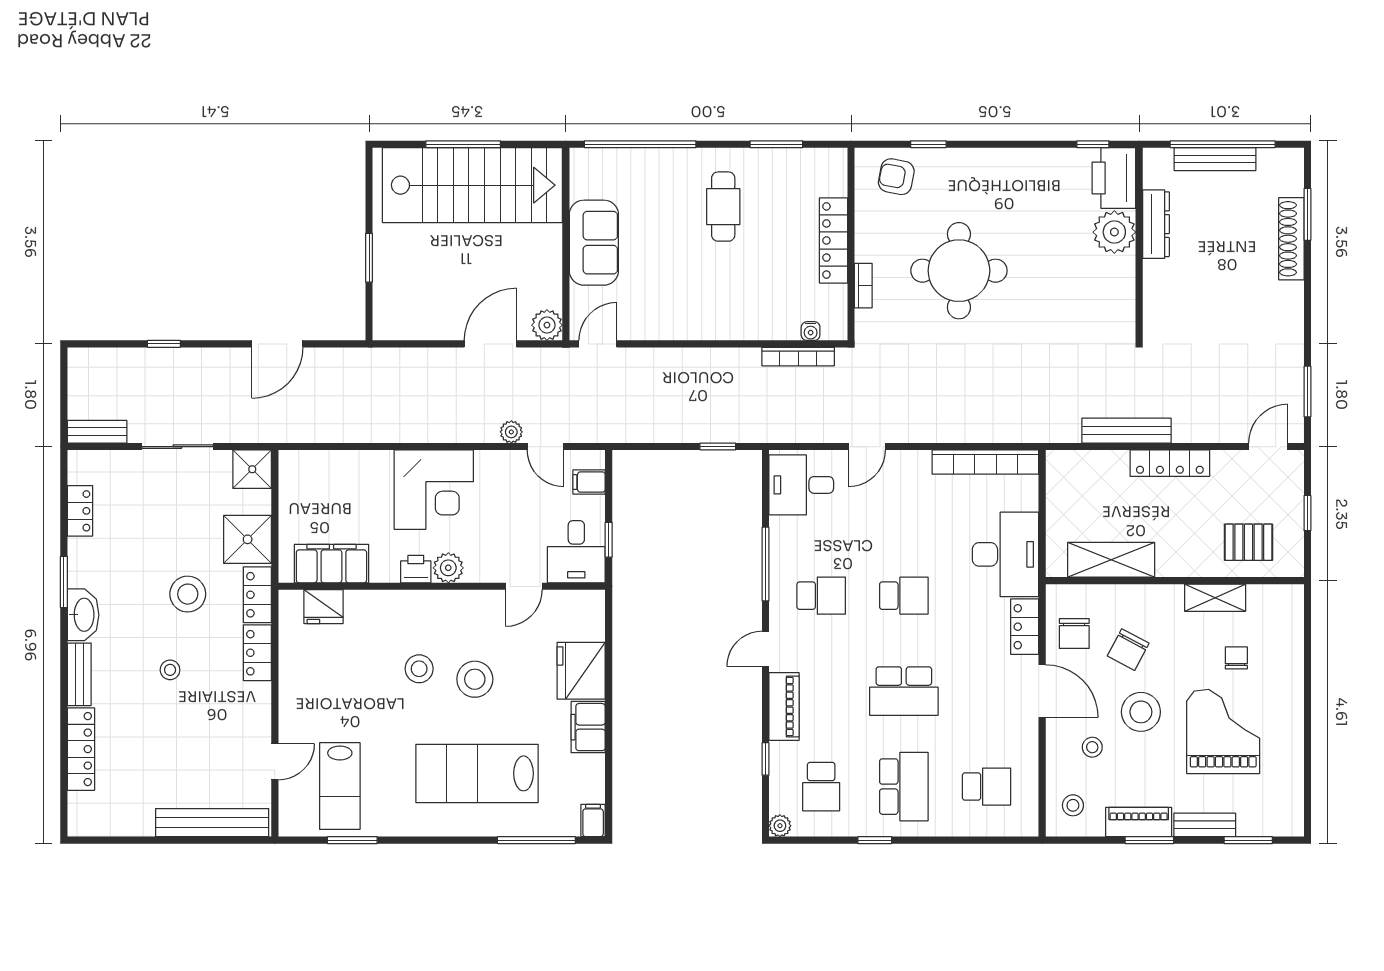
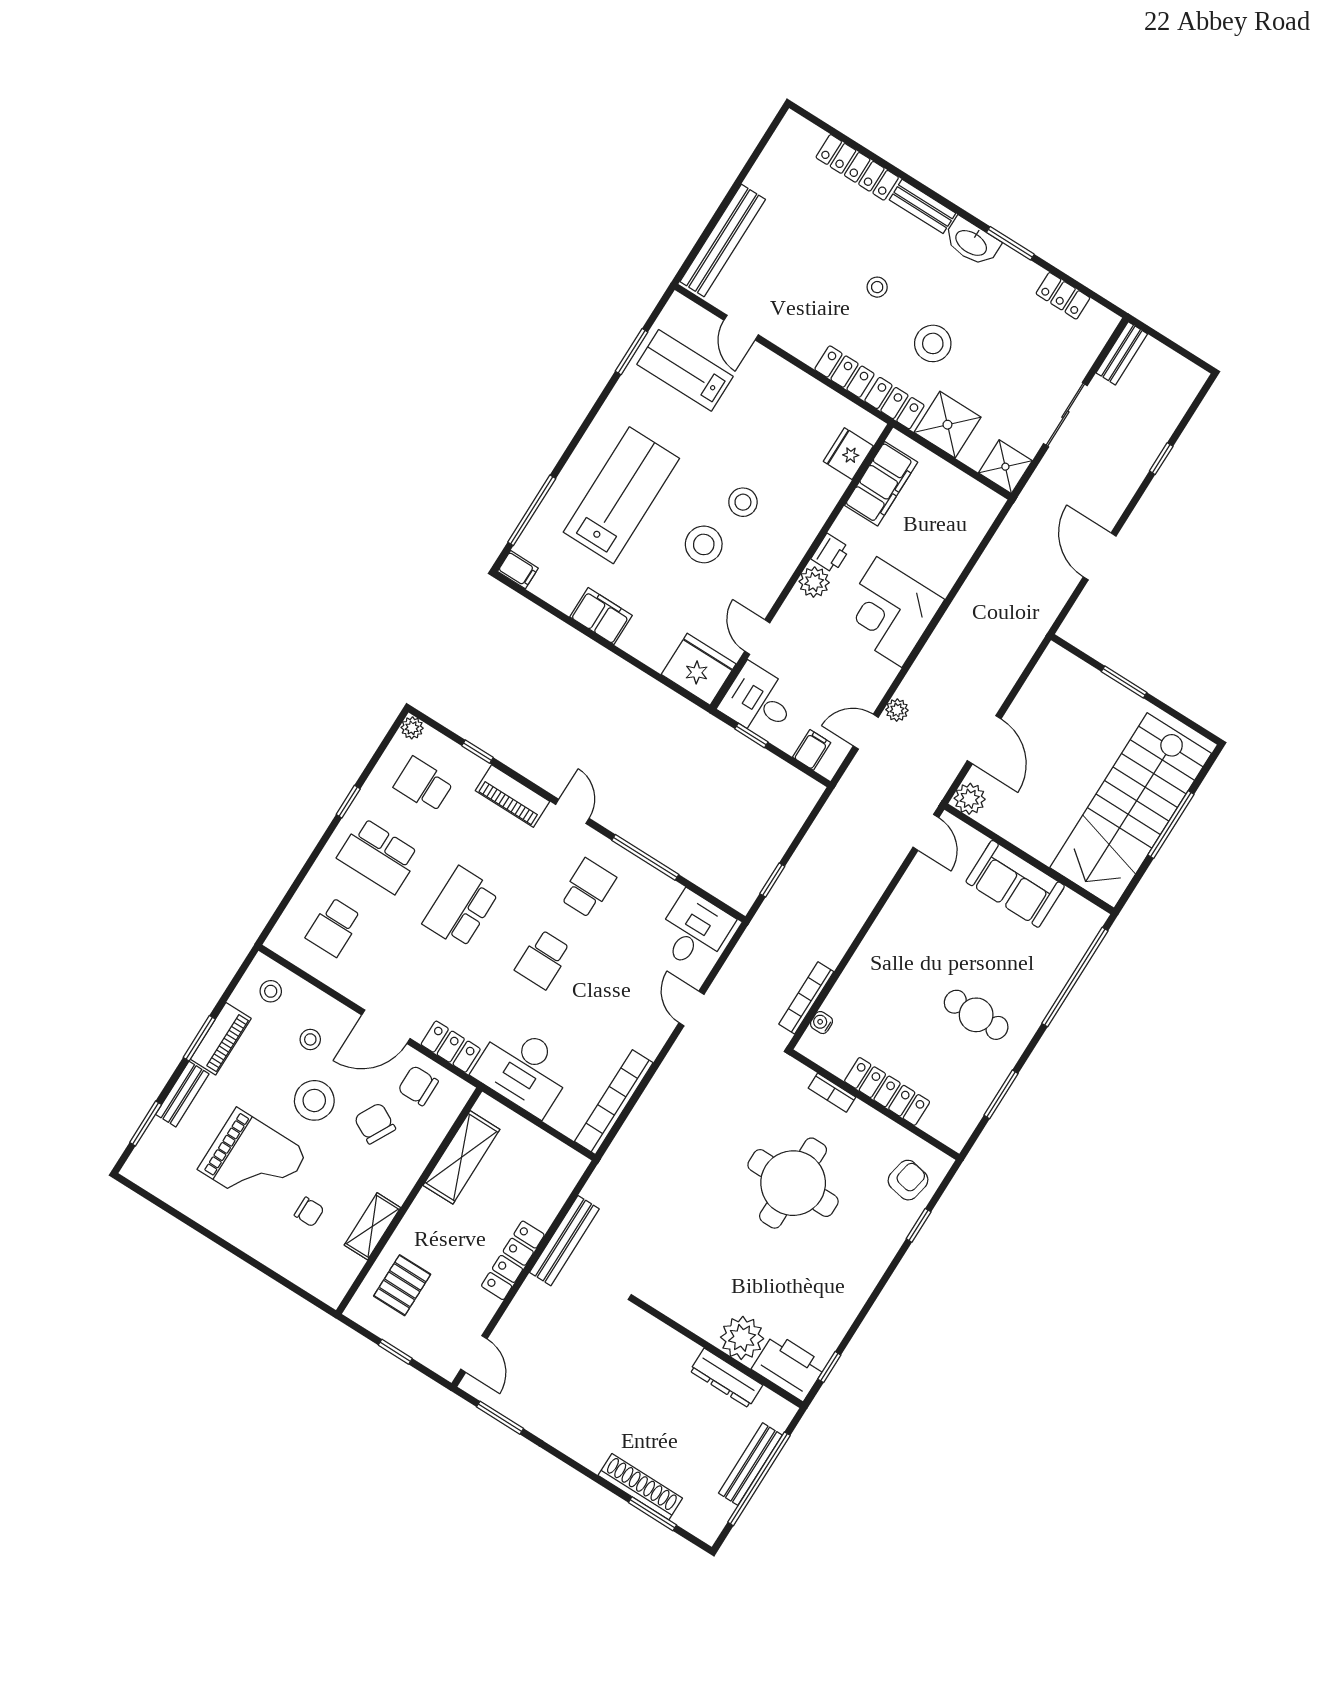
school desk: (821, 596) -> (588, 888), turned 180
fridge: (581, 671) -> (699, 669), moved

